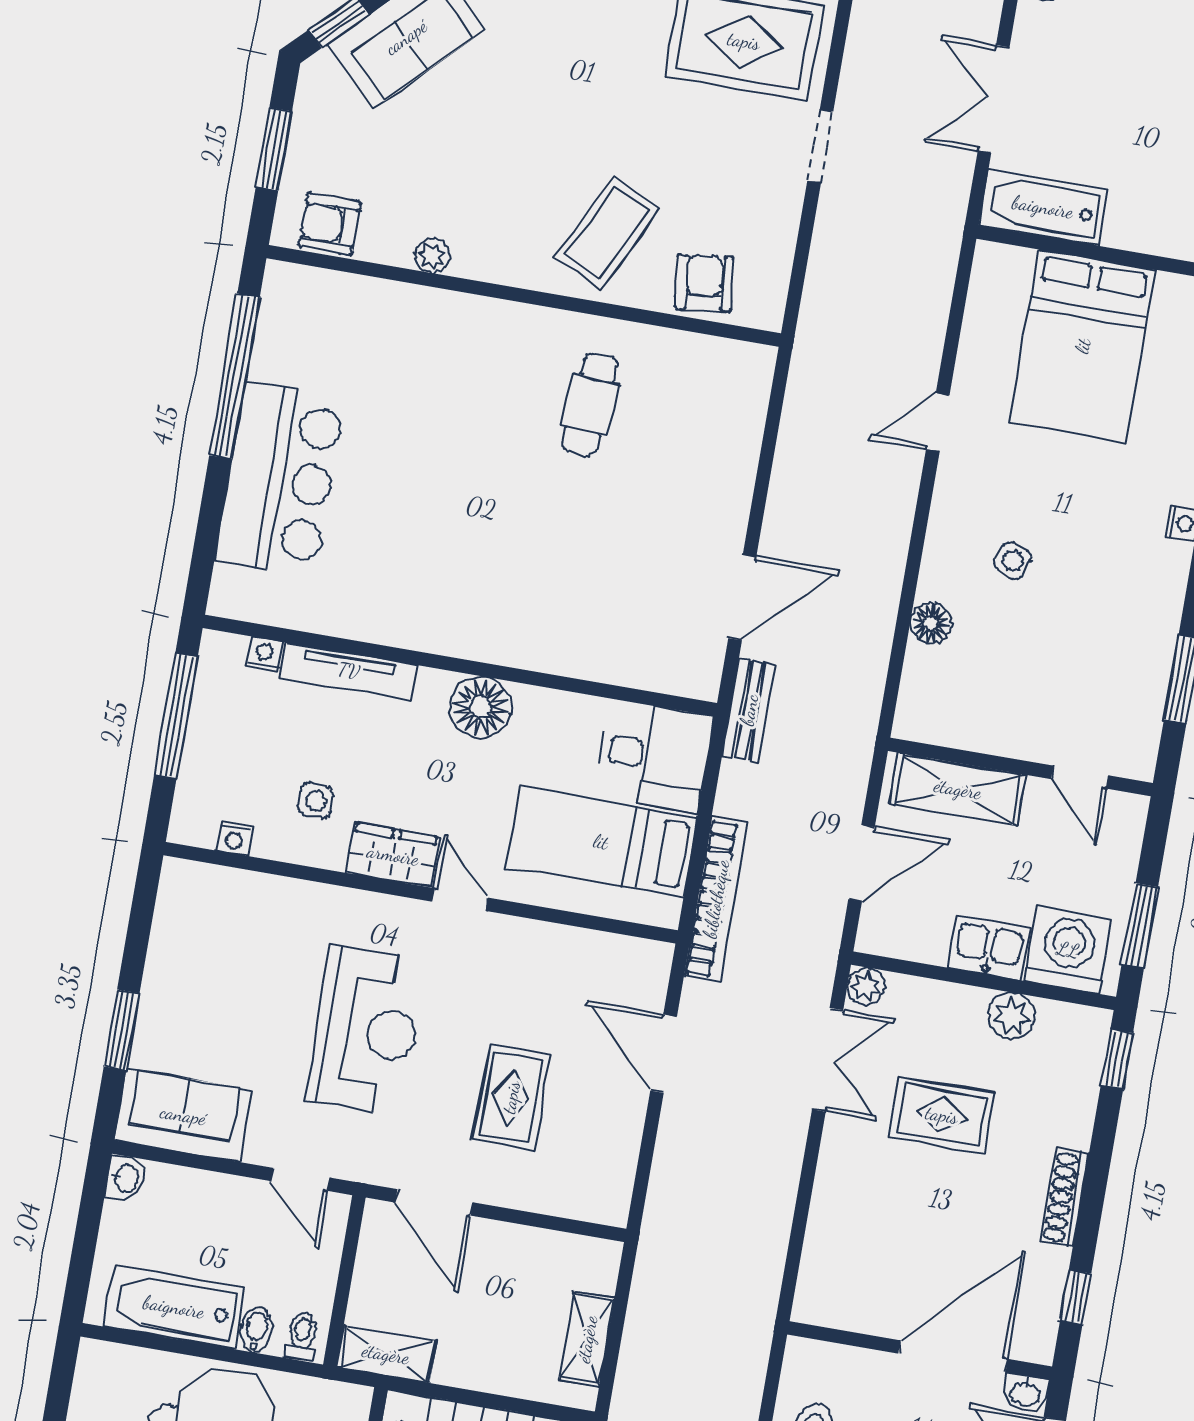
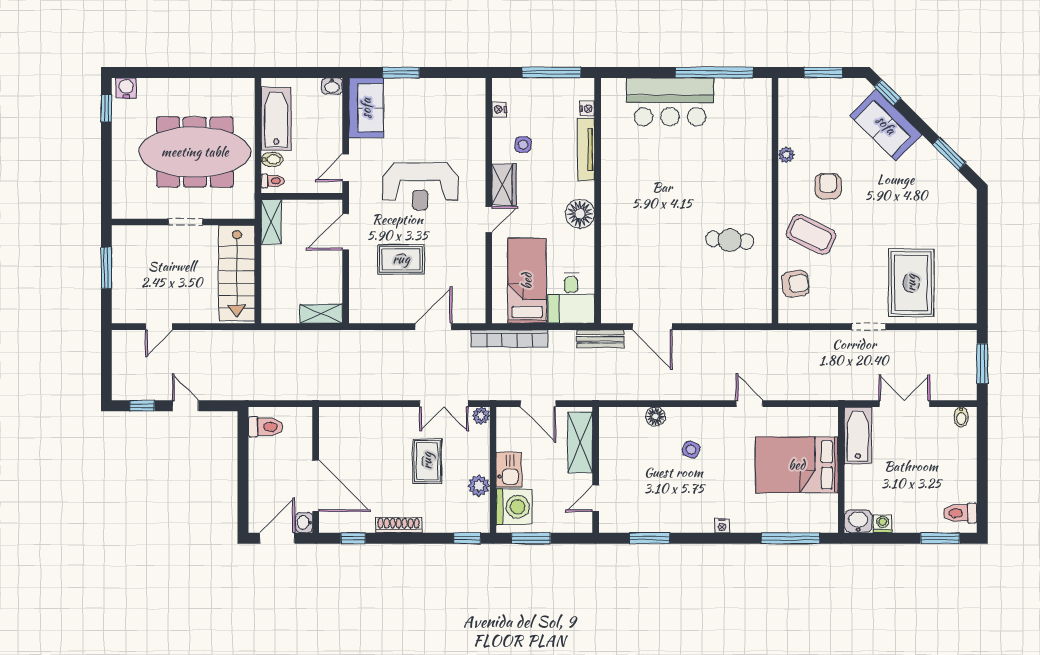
armchair: (330, 224) -> (828, 186), moved
shelving: (587, 1339) -> (321, 314), moved

